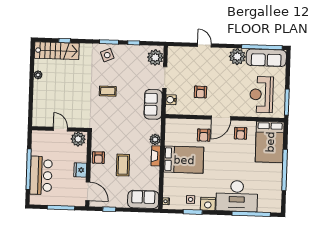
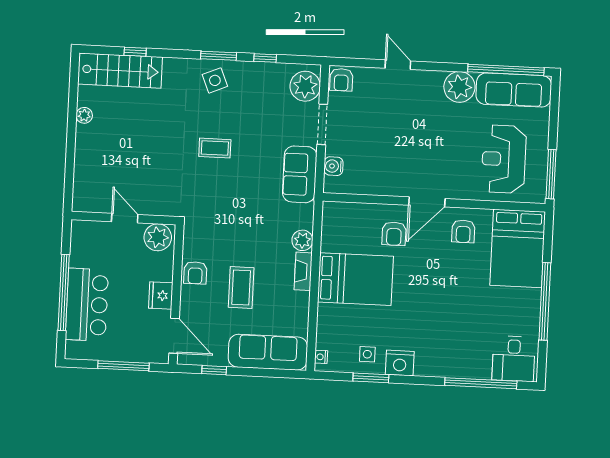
armchair: (200, 92) -> (341, 80), moved
desk: (237, 196) -> (514, 359), moved, width x0.53, depth x0.77
sofa: (143, 199) -> (268, 352), width x1.36

